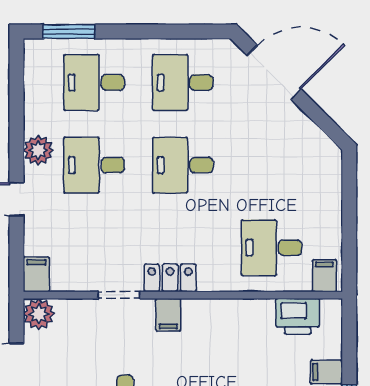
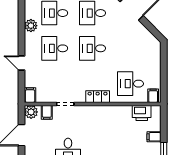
plant: (38, 150) -> (31, 26), moved
locker: (170, 278) -> (98, 97), moved
filing cabinet: (168, 315) -> (47, 112), moved

